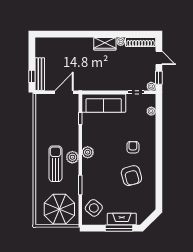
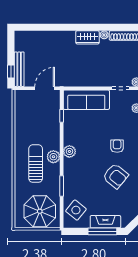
armchair: (131, 176) -> (116, 176), turned -36

